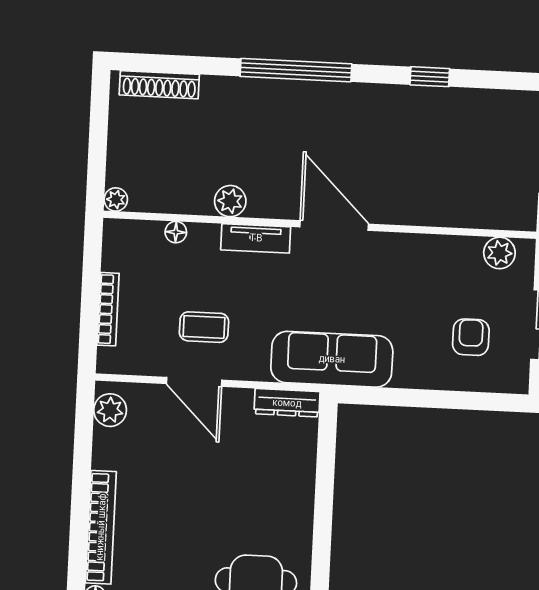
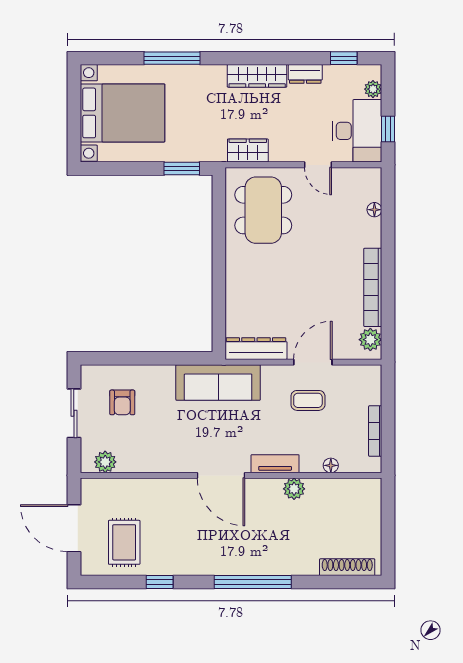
rug: (478, 136) -> (124, 542), added
plant: (116, 199) -> (374, 486), removed
bookcase: (108, 309) -> (375, 431), moved
door: (194, 382) -> (313, 362), hinge flipped
dresser: (287, 403) -> (256, 349), width x1.37, depth x1.24
bookcase: (101, 527) -> (373, 287), moved

